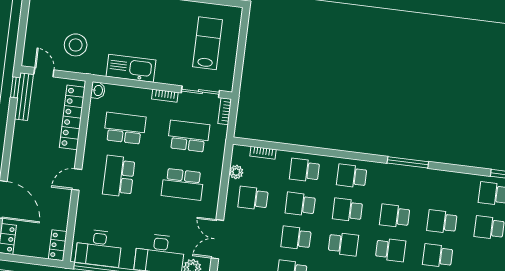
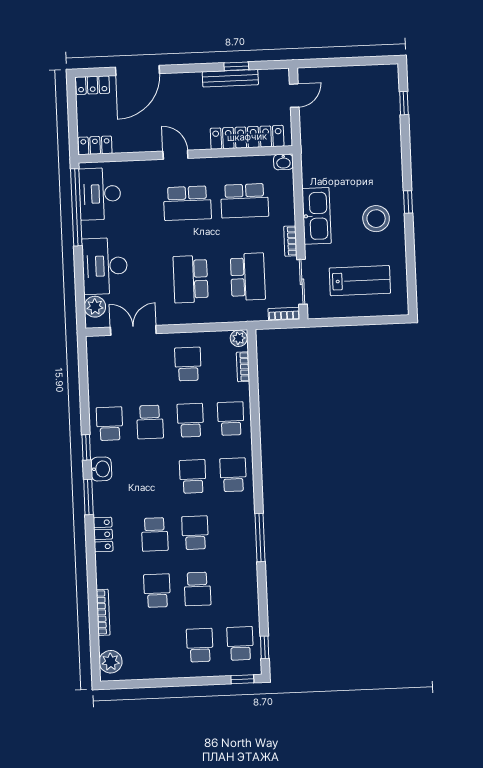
stool: (76, 45) -> (376, 219), moved
kitchen sink: (131, 68) -> (317, 216), moved
window: (15, 87) -> (236, 66), moved
bench: (24, 97) -> (230, 78), moved
school desk: (125, 128) -> (245, 201), turned 90
plant: (236, 172) -> (239, 338), moved
school desk: (119, 176) -> (187, 203), turned 180
school desk: (442, 222) -> (197, 589), turned 180
school desk: (296, 238) -> (150, 422), turned 180
school desk: (343, 244) -> (152, 478), removed

